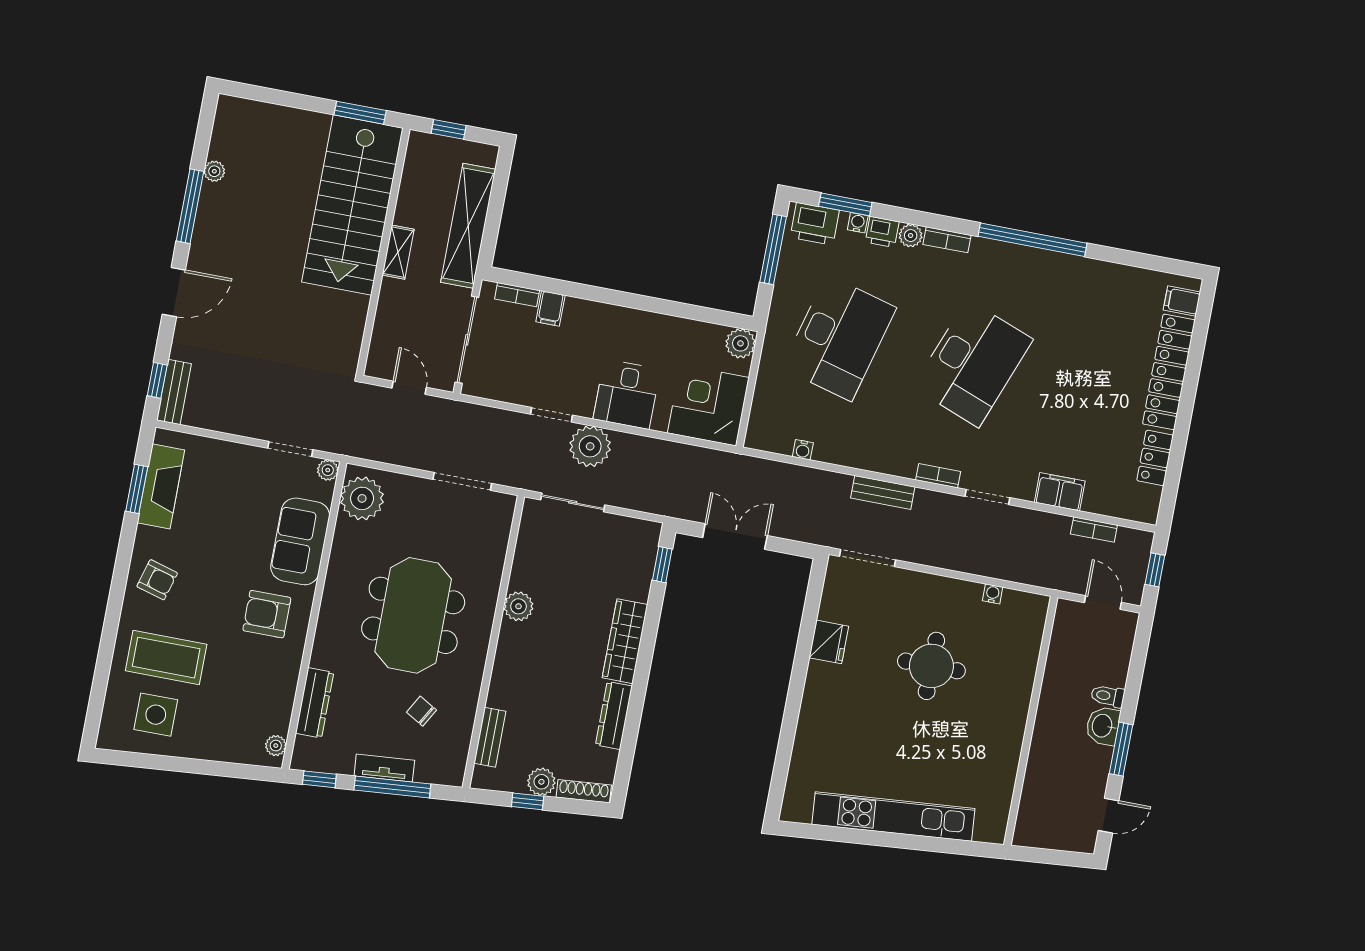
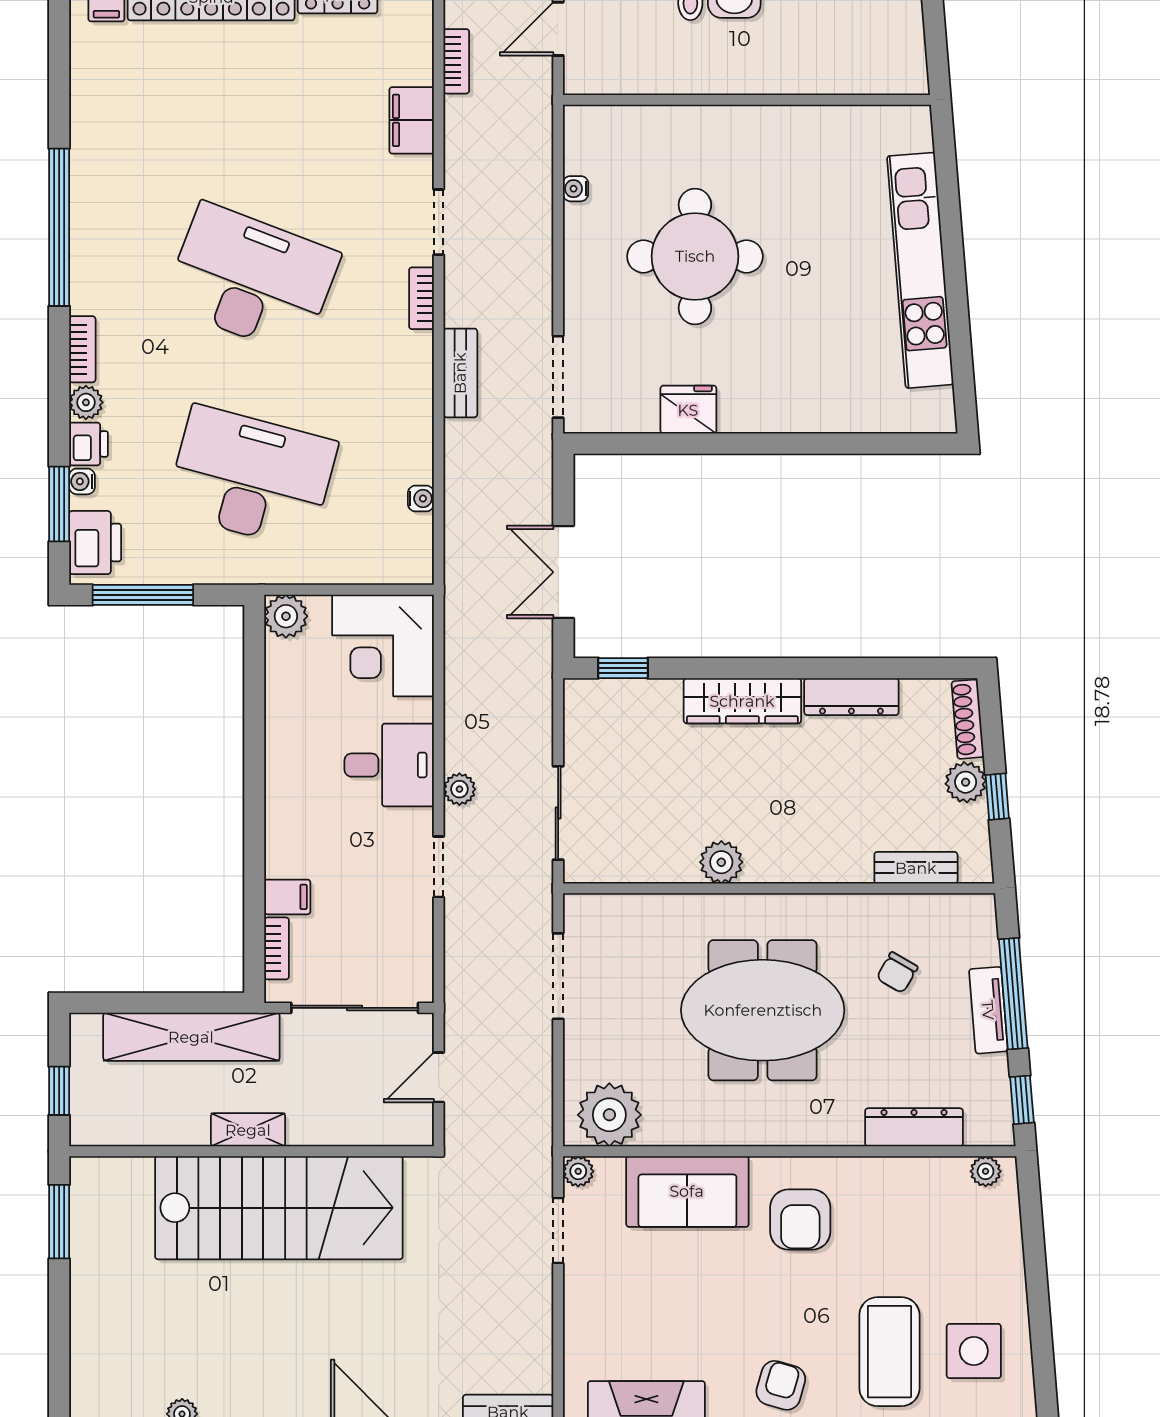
stairs: (352, 205) -> (279, 1208), moved
plant: (590, 446) -> (459, 789), width x0.53, depth x0.53
round table: (931, 666) -> (695, 256), width x1.36, depth x1.36

